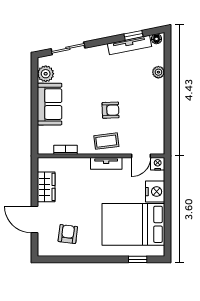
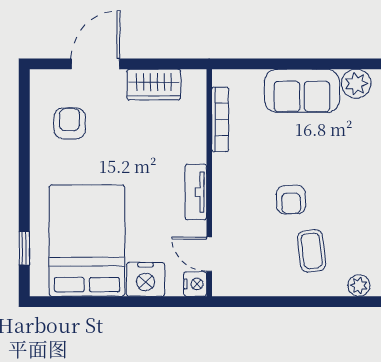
coffee table: (106, 141) -> (312, 251), moved
bookcase: (66, 150) -> (220, 119), width x1.56
armchair: (68, 234) -> (70, 123), turned -97

